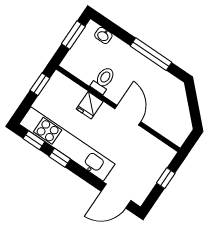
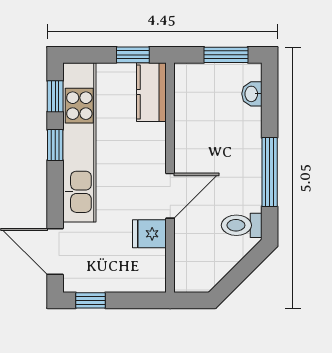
toilet: (103, 80) -> (242, 225), moved, turned 180
kitchen counter: (66, 88) -> (151, 92), added
fridge: (90, 105) -> (149, 234), moved
window: (166, 178) -> (90, 300), moved

